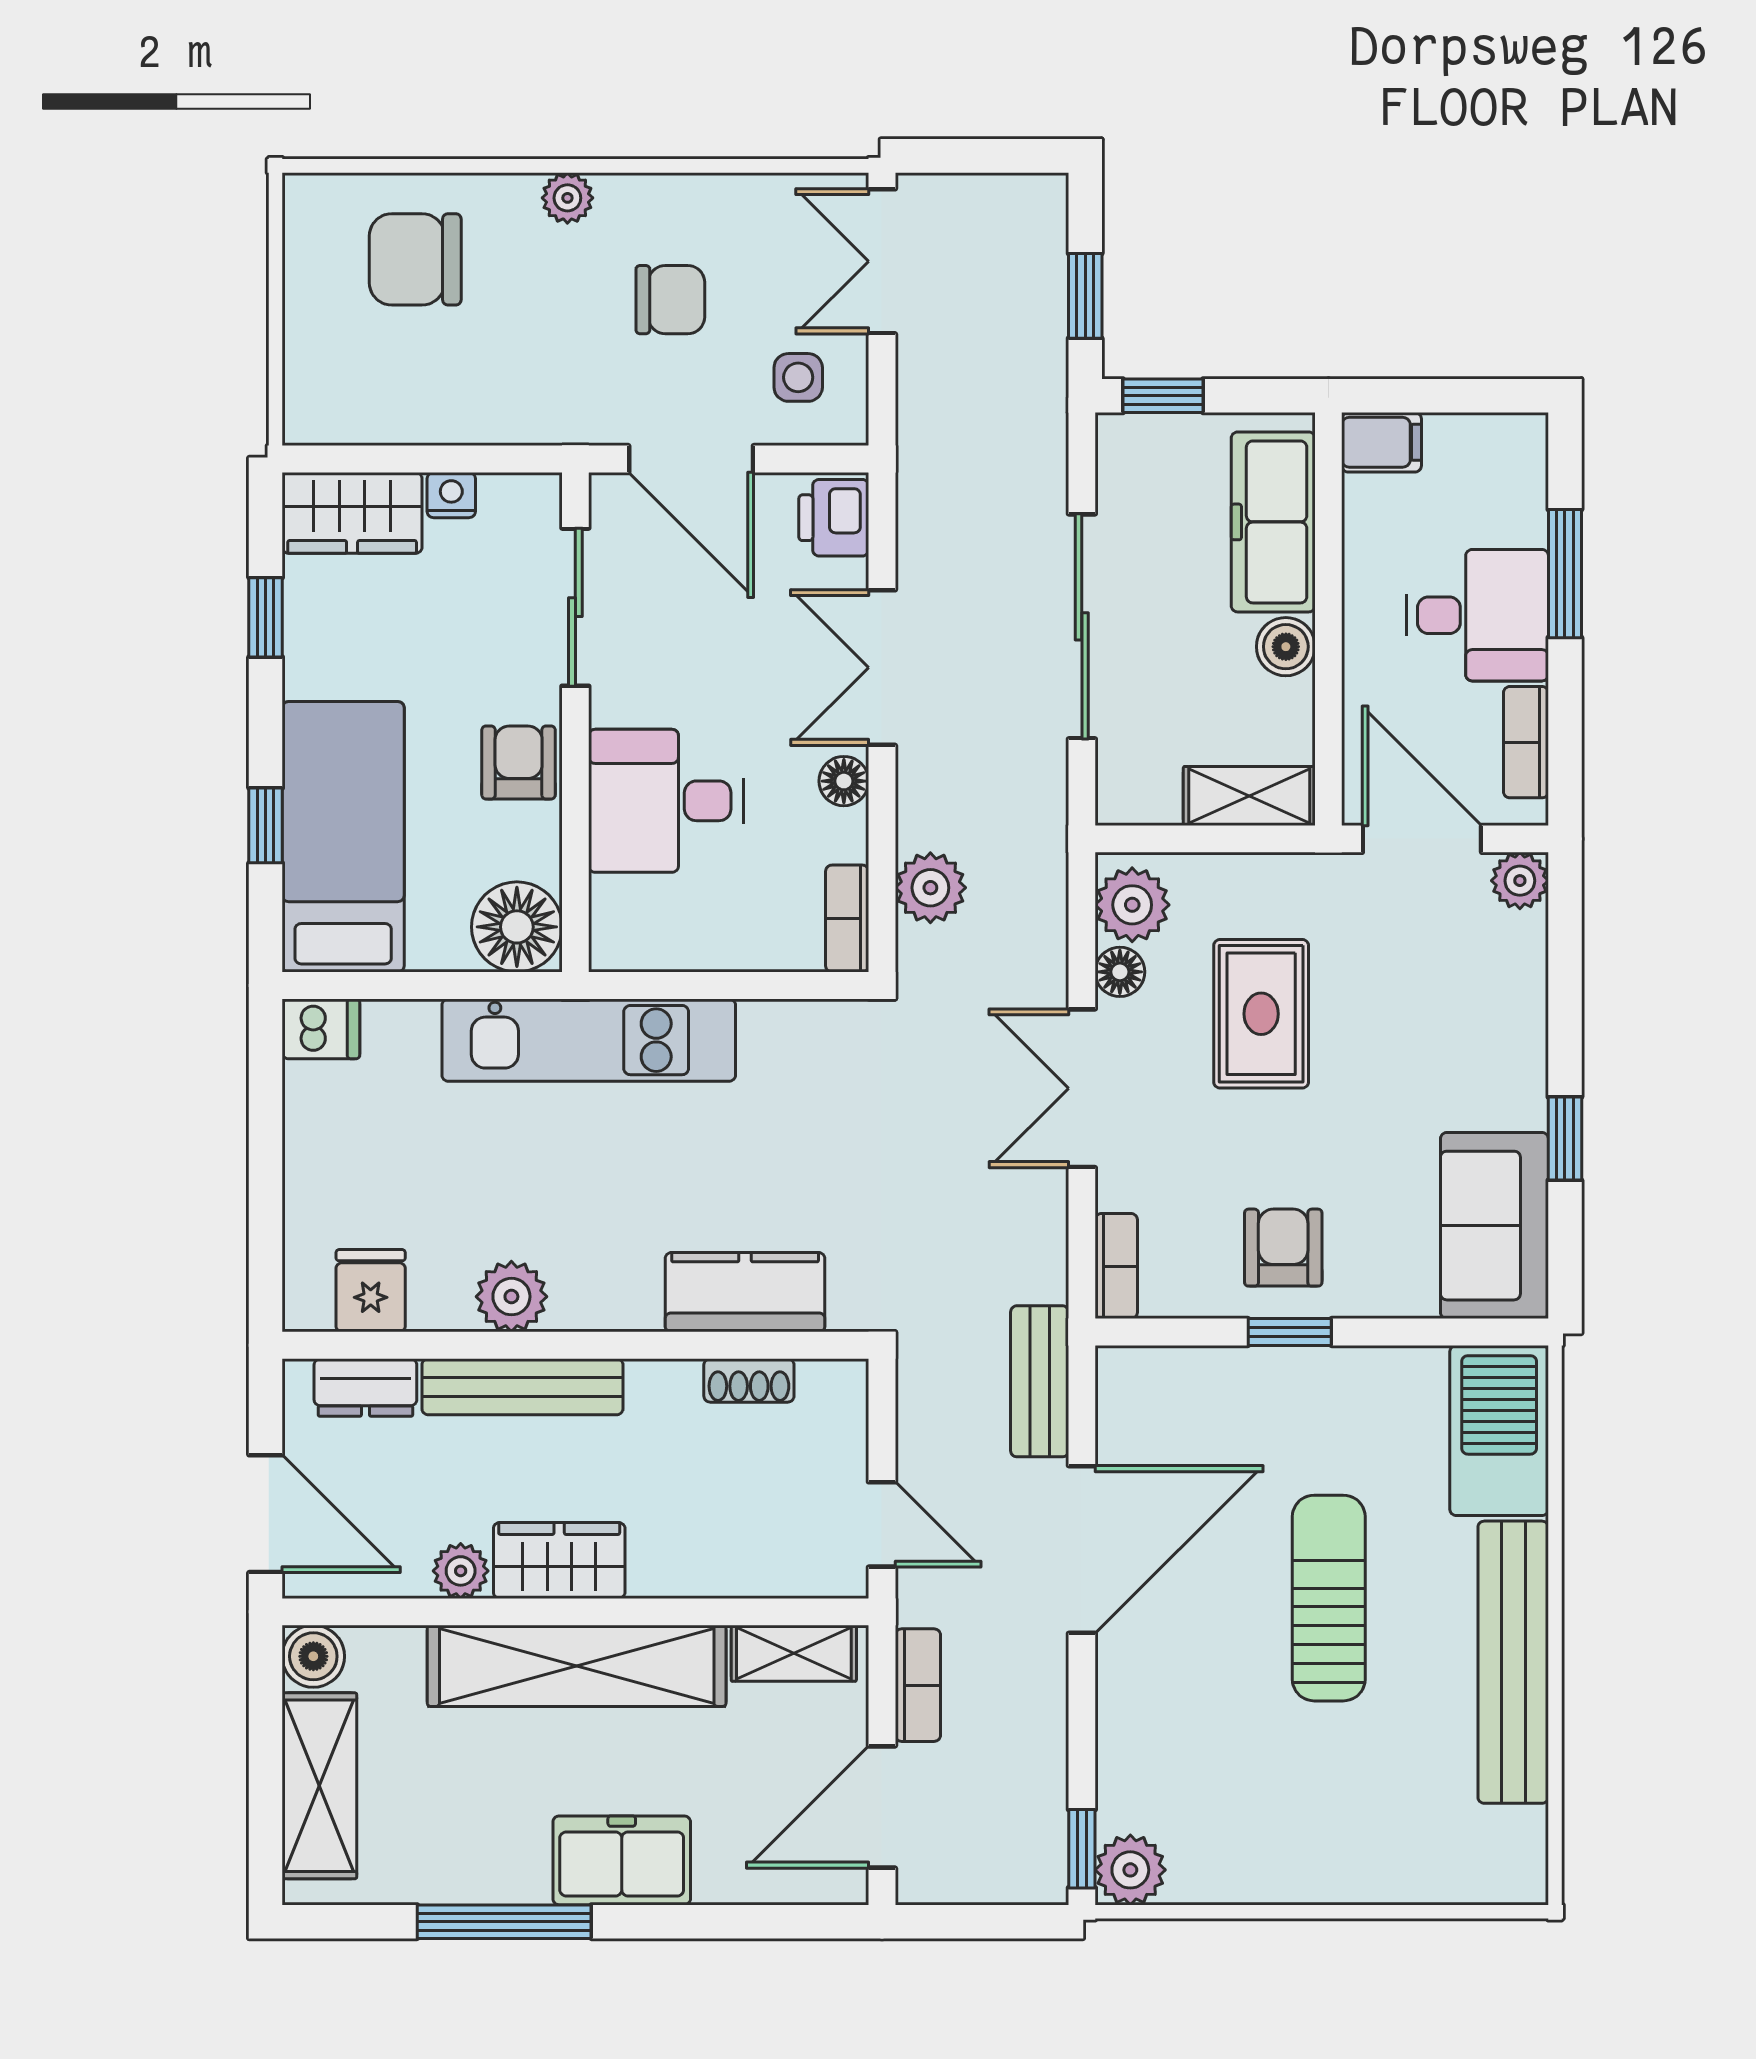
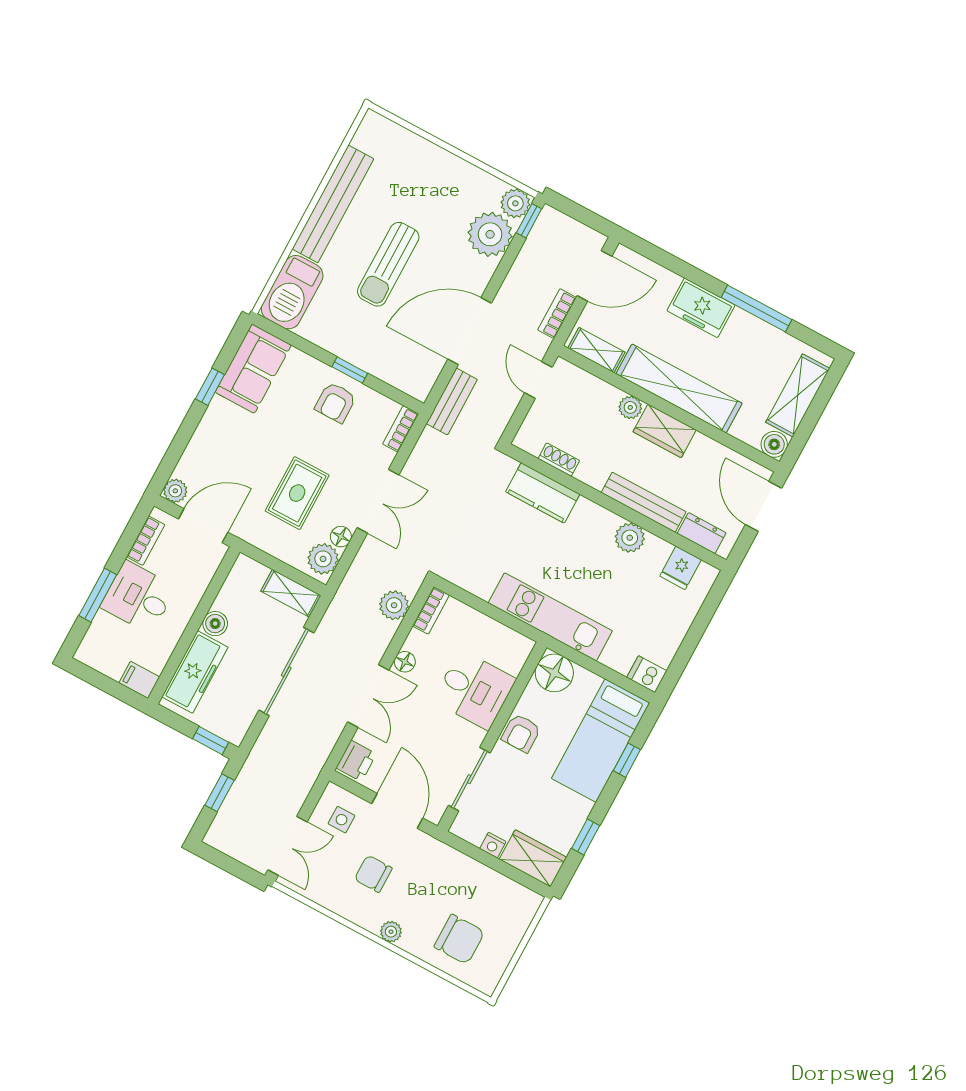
shelving: (1249, 796) -> (291, 593), moved
door: (1422, 839) -> (203, 526), swing flipped
plant: (461, 1571) -> (630, 407), moved
plant: (1148, 1776) -> (490, 234), added

